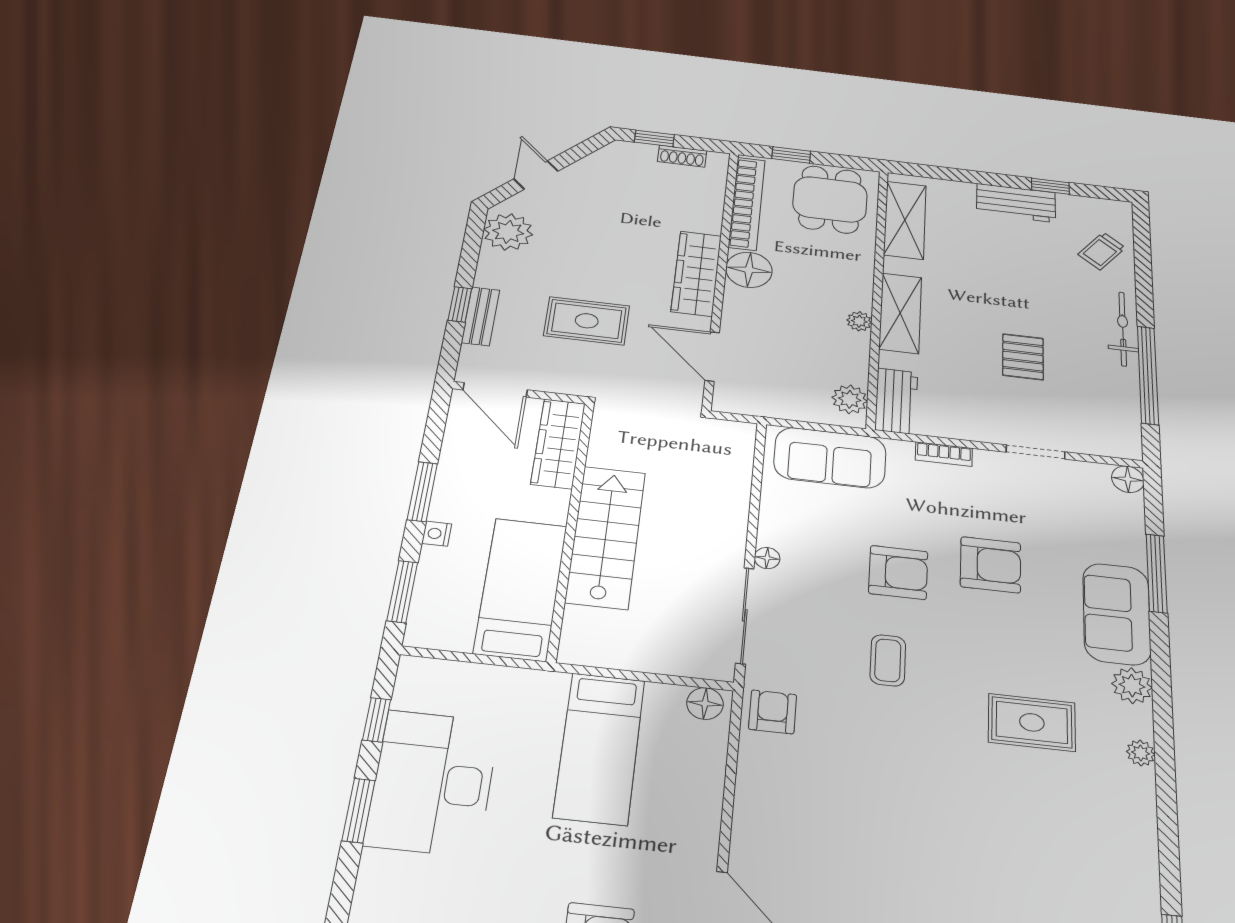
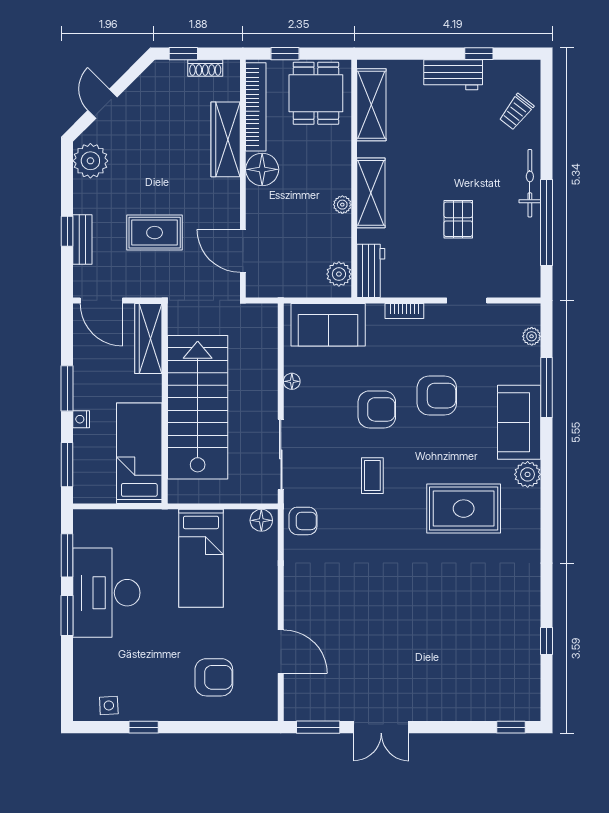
wardrobe: (696, 273) -> (226, 139), moved
floor lamp: (1128, 479) -> (530, 314), removed
stairs: (606, 537) -> (198, 407), width x1.36, depth x1.51
floor lamp: (767, 558) -> (292, 381), moved
armchair: (773, 712) -> (303, 521), turned 90
window: (377, 720) -> (67, 555), width x1.50
rug: (1032, 722) -> (464, 509), width x1.36, depth x1.43
plant: (1141, 753) -> (532, 336), moved

